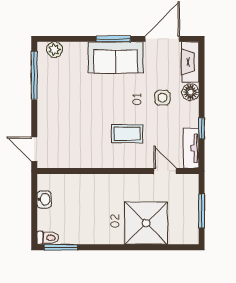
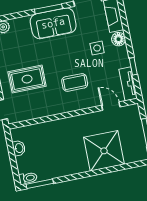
rug: (71, 118) -> (27, 79), added

